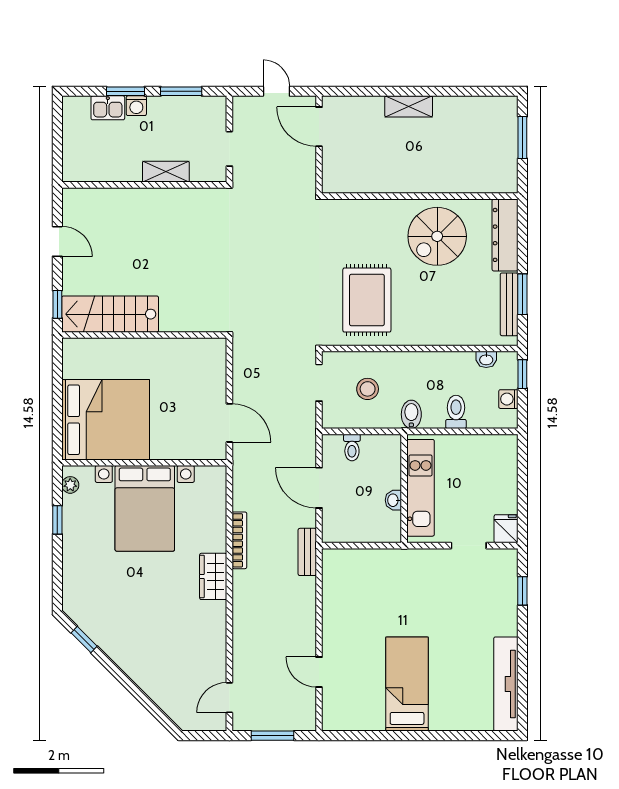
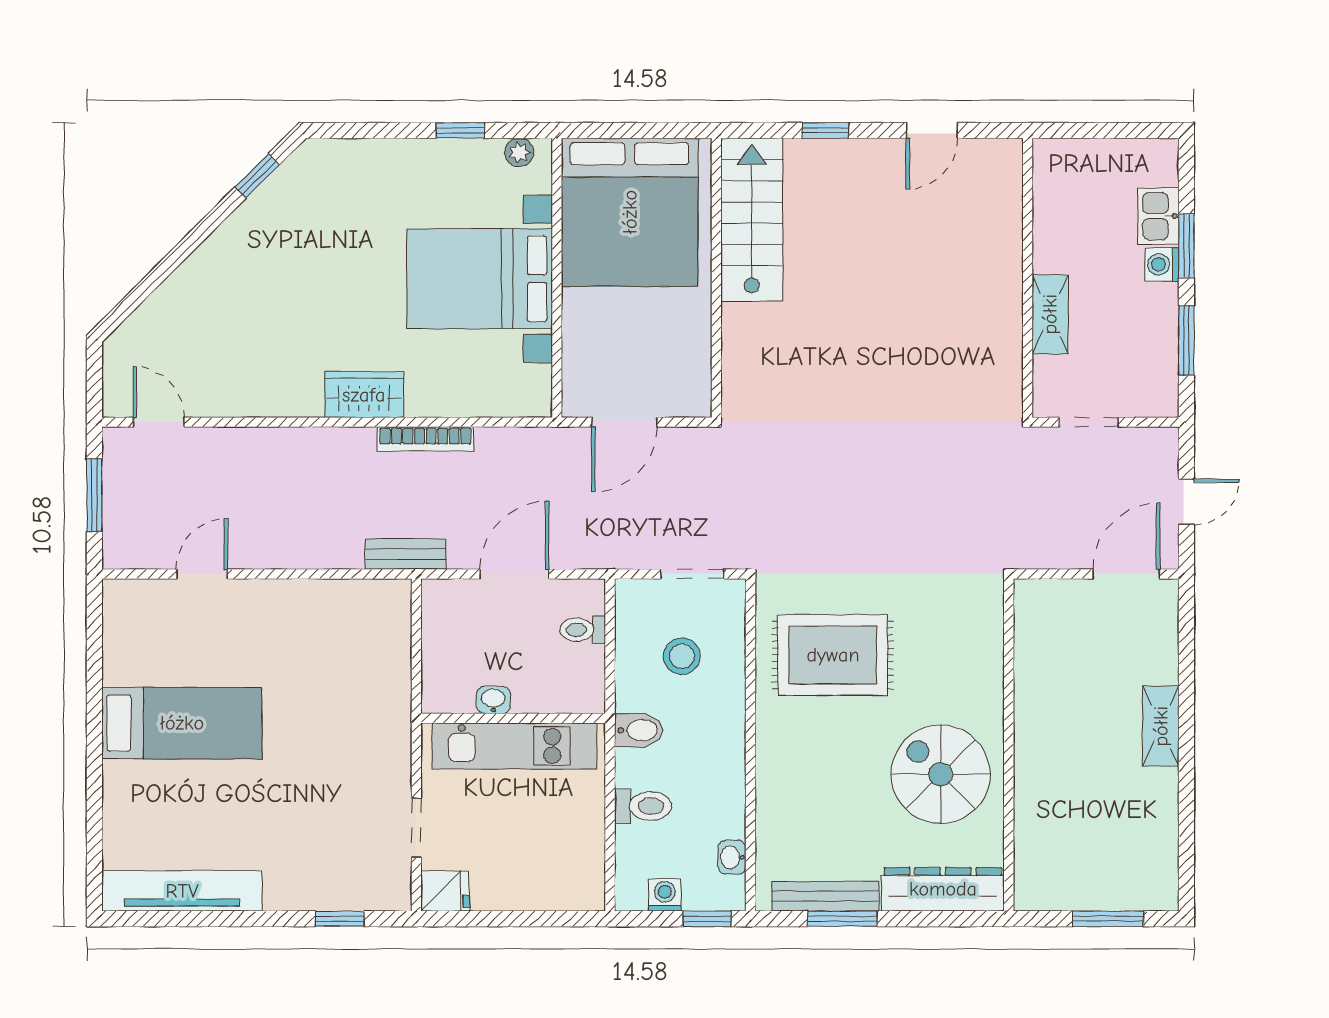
stairs: (110, 314) -> (752, 220), moved
wall: (144, 335) -> (716, 278), moved

